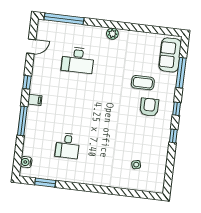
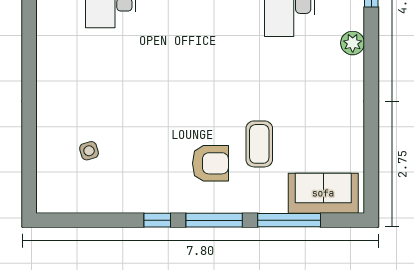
plant: (112, 34) -> (353, 43), moved
window: (177, 109) -> (214, 220), width x2.17

